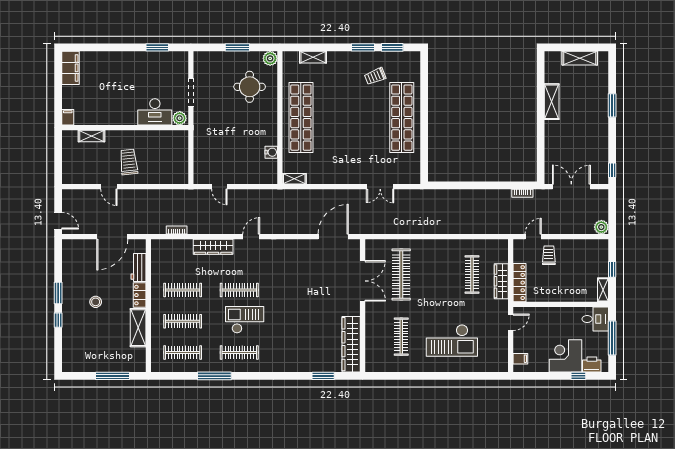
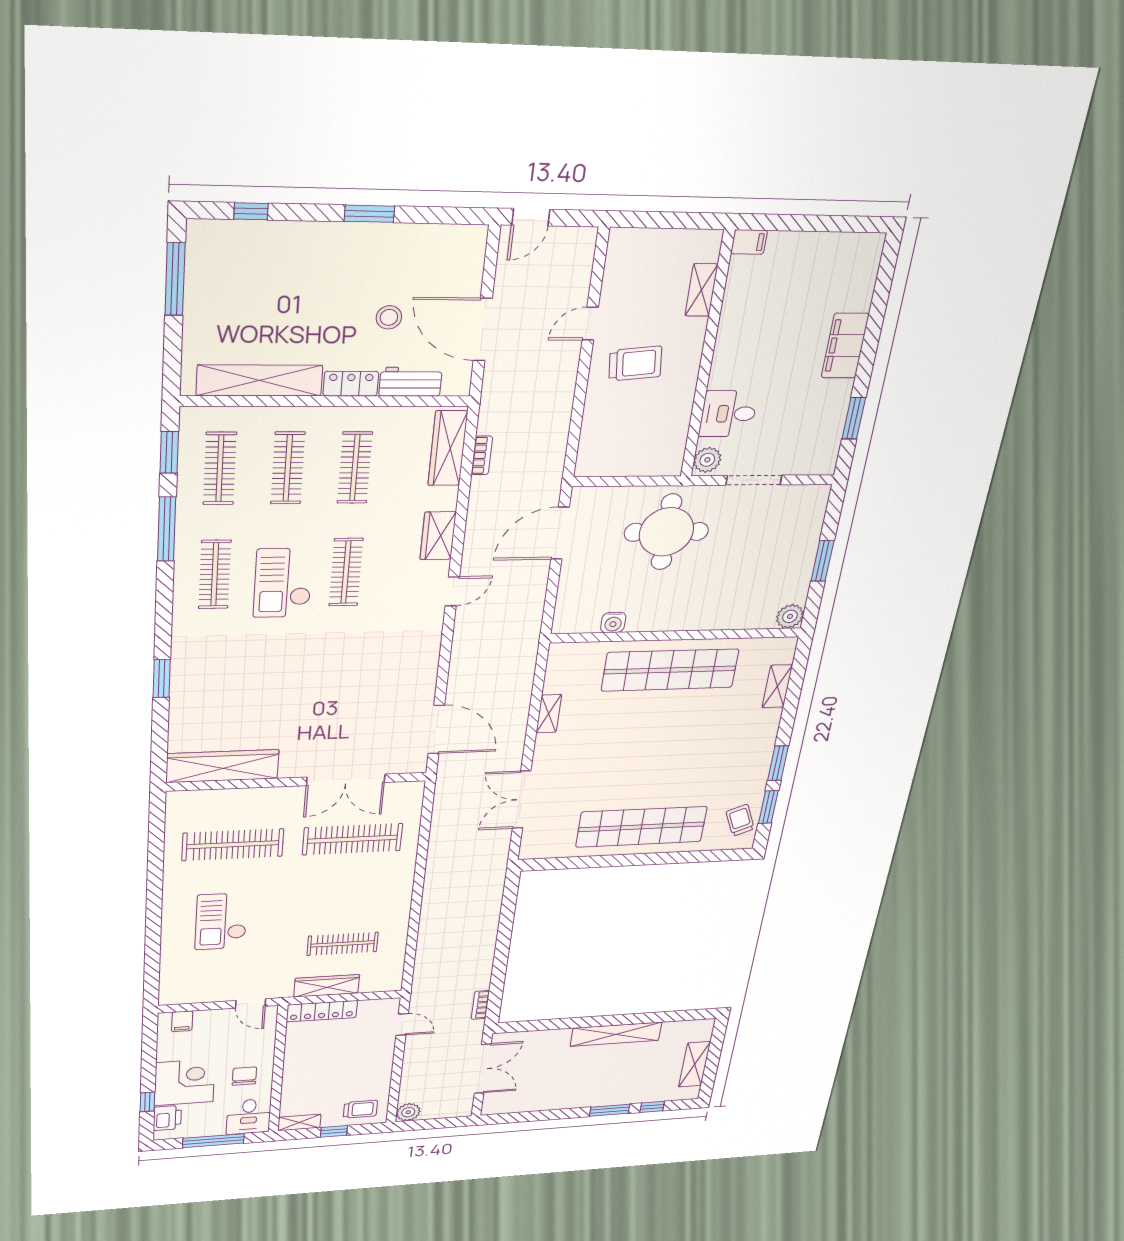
filing cabinet: (71, 68) -> (845, 346), moved, turned 90
trolley: (375, 76) -> (740, 820), moved
round table: (250, 87) -> (666, 532), moved, width x1.36, depth x1.36
shelving: (552, 102) -> (616, 1034), width x1.47
desk: (155, 112) -> (728, 414), width x0.73
window: (612, 170) -> (652, 1107), moved
shelving: (294, 179) -> (549, 714), moved
door: (219, 187) -> (560, 533), width x1.87
double door: (380, 187) -> (522, 800), width x1.37
door: (251, 237) -> (452, 591), hinge flipped
wardrobe: (173, 247) -> (448, 448), added
wardrobe: (213, 247) -> (438, 536), width x0.67
trolley: (549, 255) -> (360, 1109), moved
stool: (96, 302) -> (389, 317), moved
window: (58, 320) -> (251, 211), moved
checkout: (245, 320) -> (283, 583), turned 180
chair: (564, 323) -> (244, 1076), added
shelving: (138, 328) -> (260, 380), width x1.47
clothes rail: (401, 337) -> (233, 845), width x1.37, depth x1.31
checkout: (452, 340) -> (221, 921), width x0.73, depth x0.83
window: (113, 376) -> (175, 279), moved
window: (174, 376) -> (169, 452), added
window: (323, 376) -> (162, 678), moved

